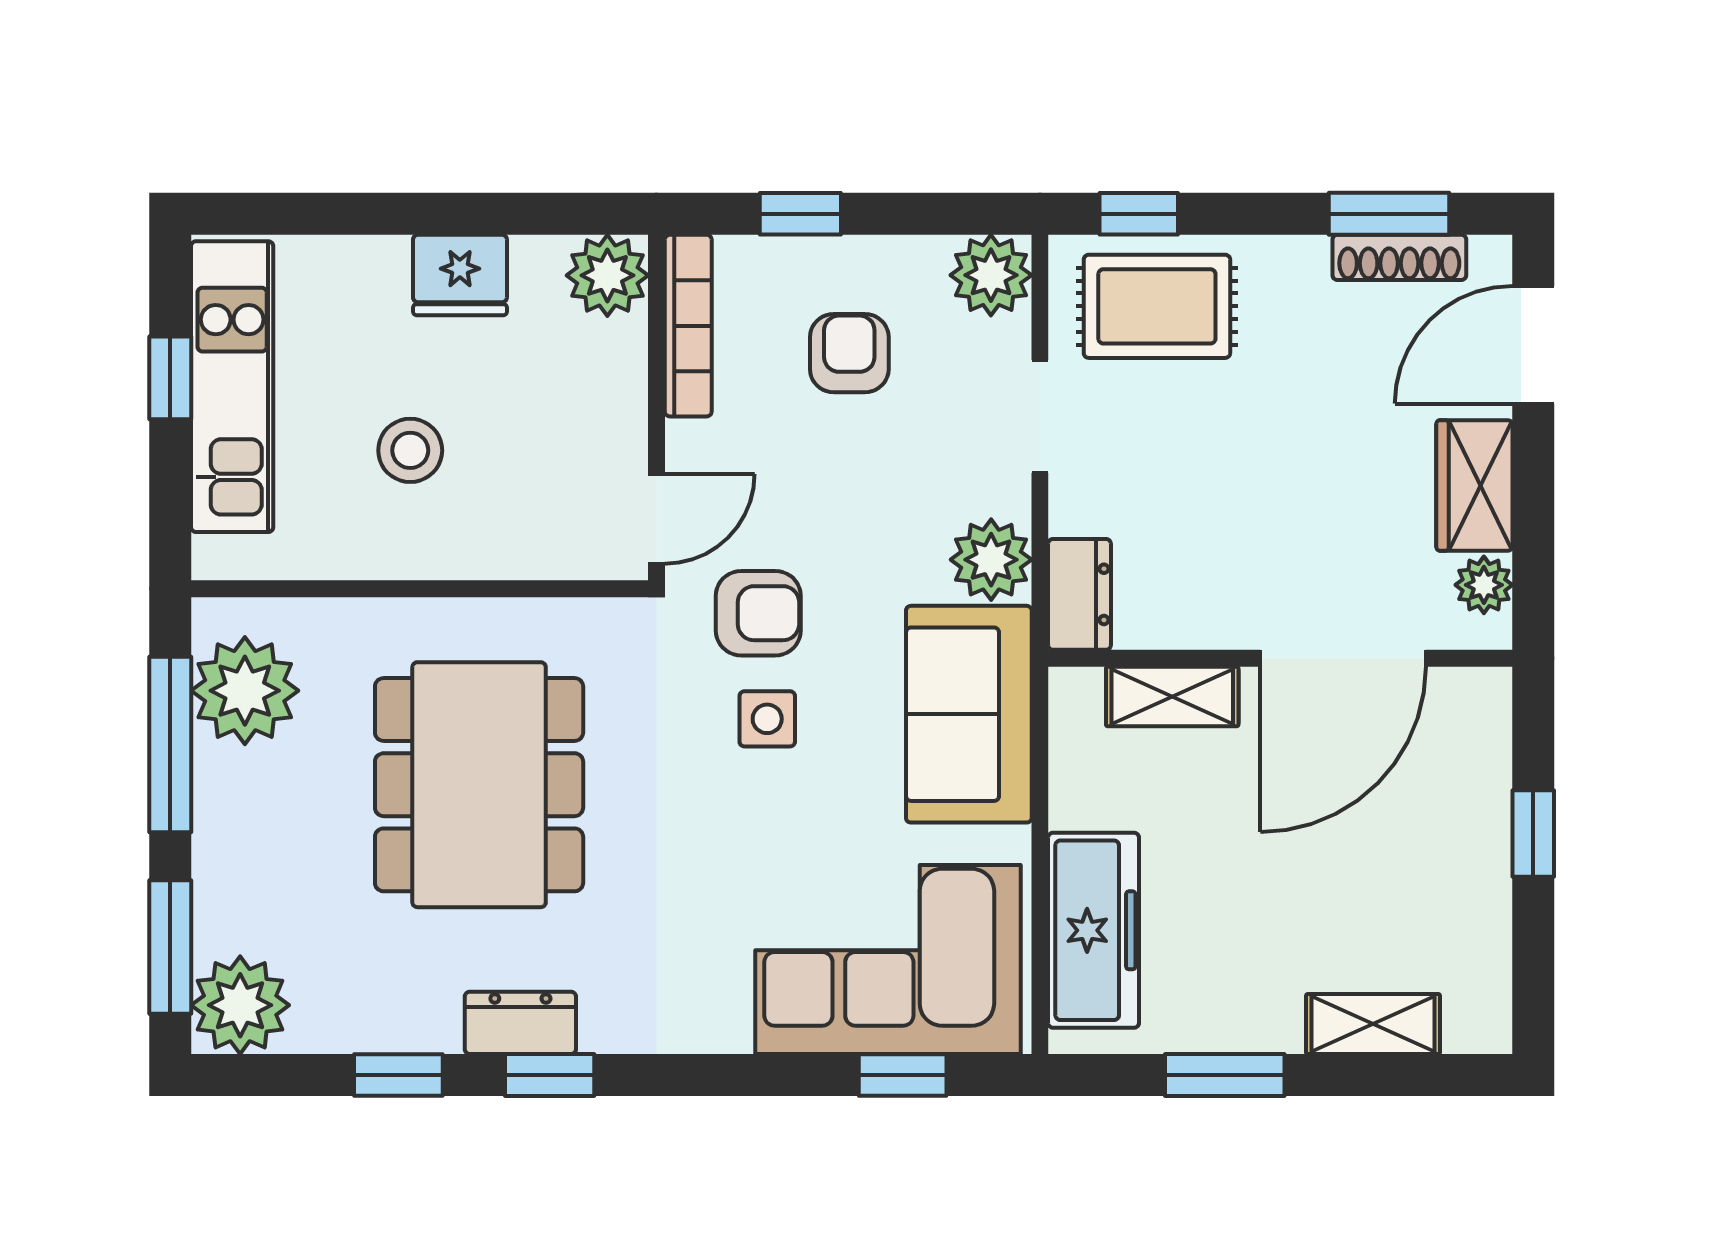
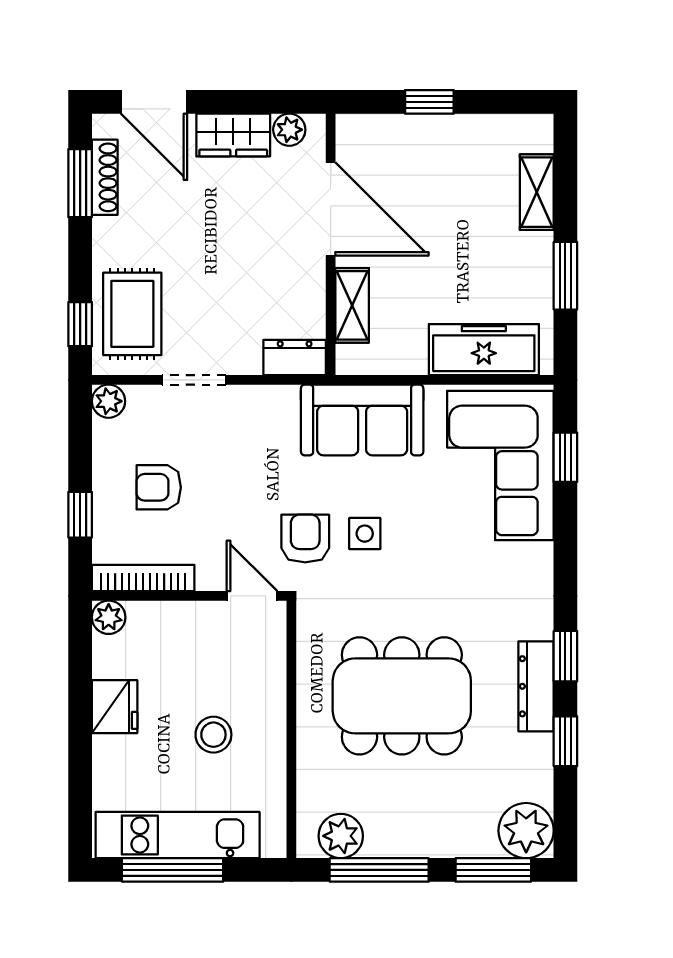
plant: (607, 275) -> (109, 617), width x0.73, depth x0.73
plant: (991, 275) -> (109, 401), width x0.73, depth x0.73
window: (170, 378) -> (173, 870), width x2.17
plant: (991, 560) -> (275, 407), removed
plant: (245, 691) -> (341, 836), width x0.73, depth x0.73
dresser: (520, 1023) -> (536, 686), width x1.44

